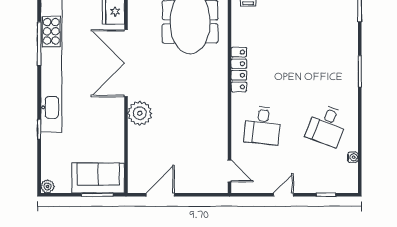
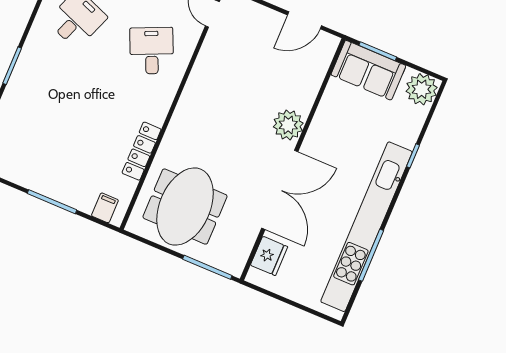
locker: (239, 69) -> (142, 151), moved
desk: (263, 125) -> (152, 51), turned -30
plant: (47, 186) -> (422, 89), width x1.87, depth x1.87

